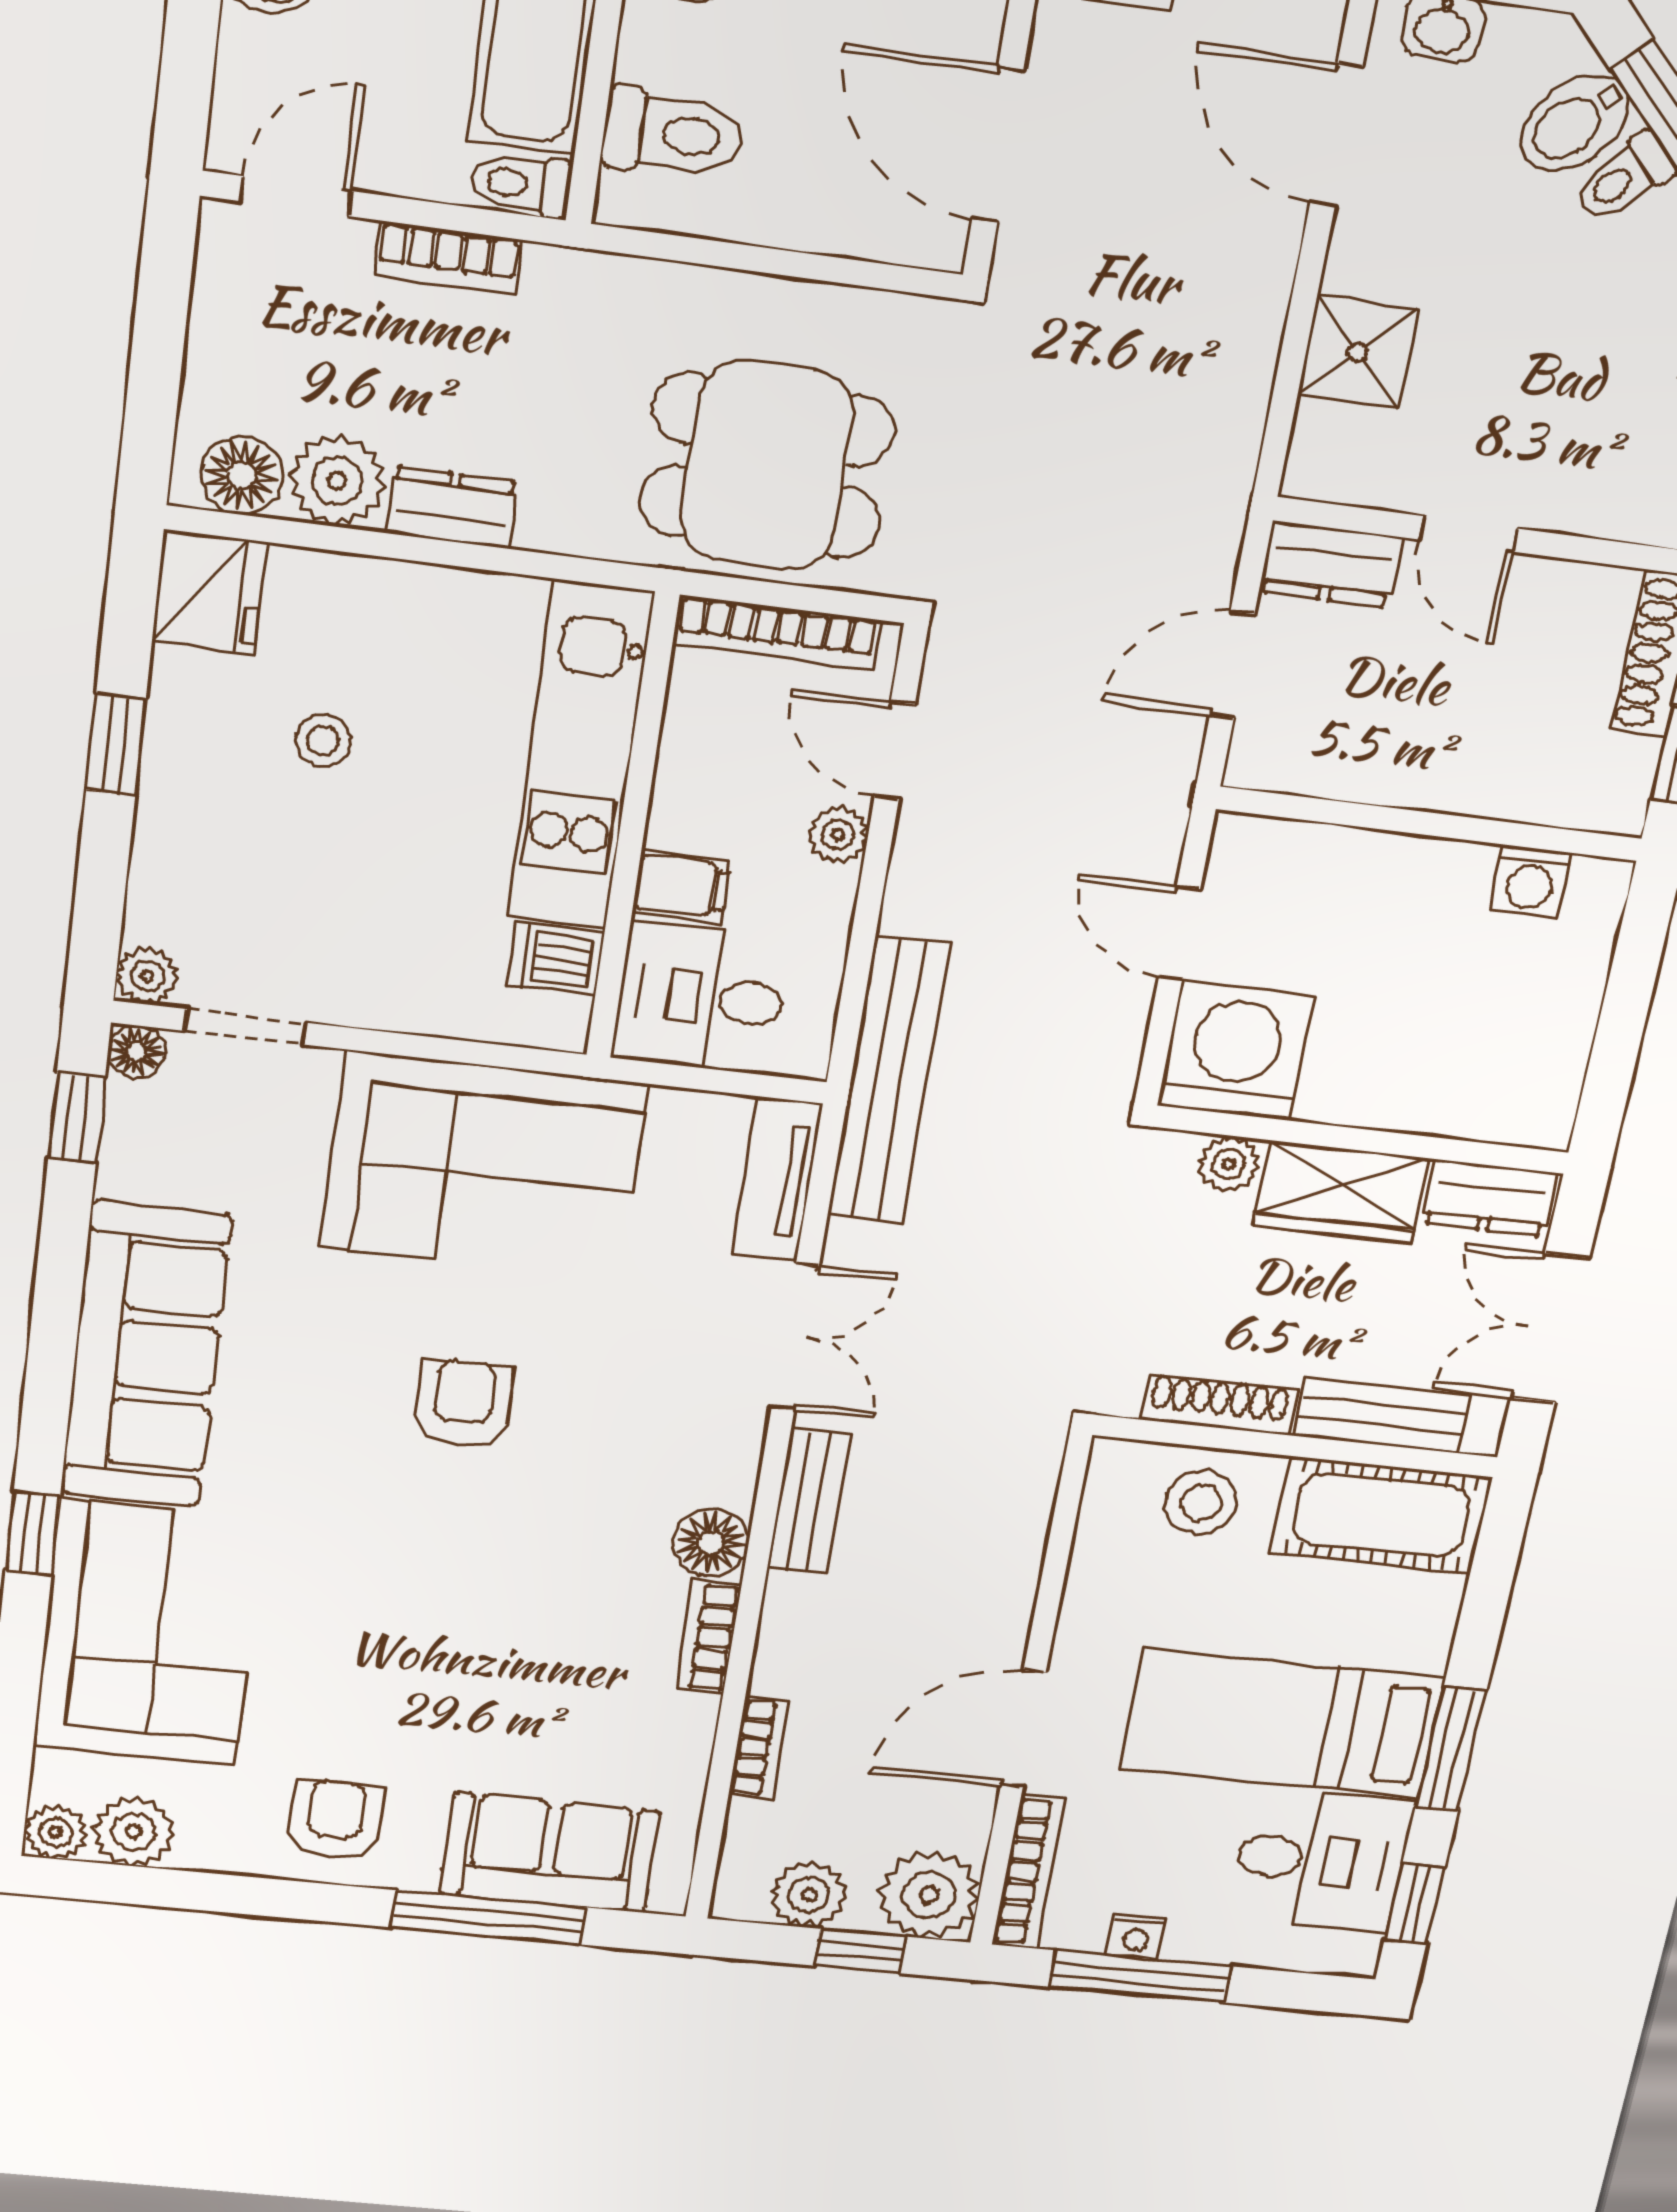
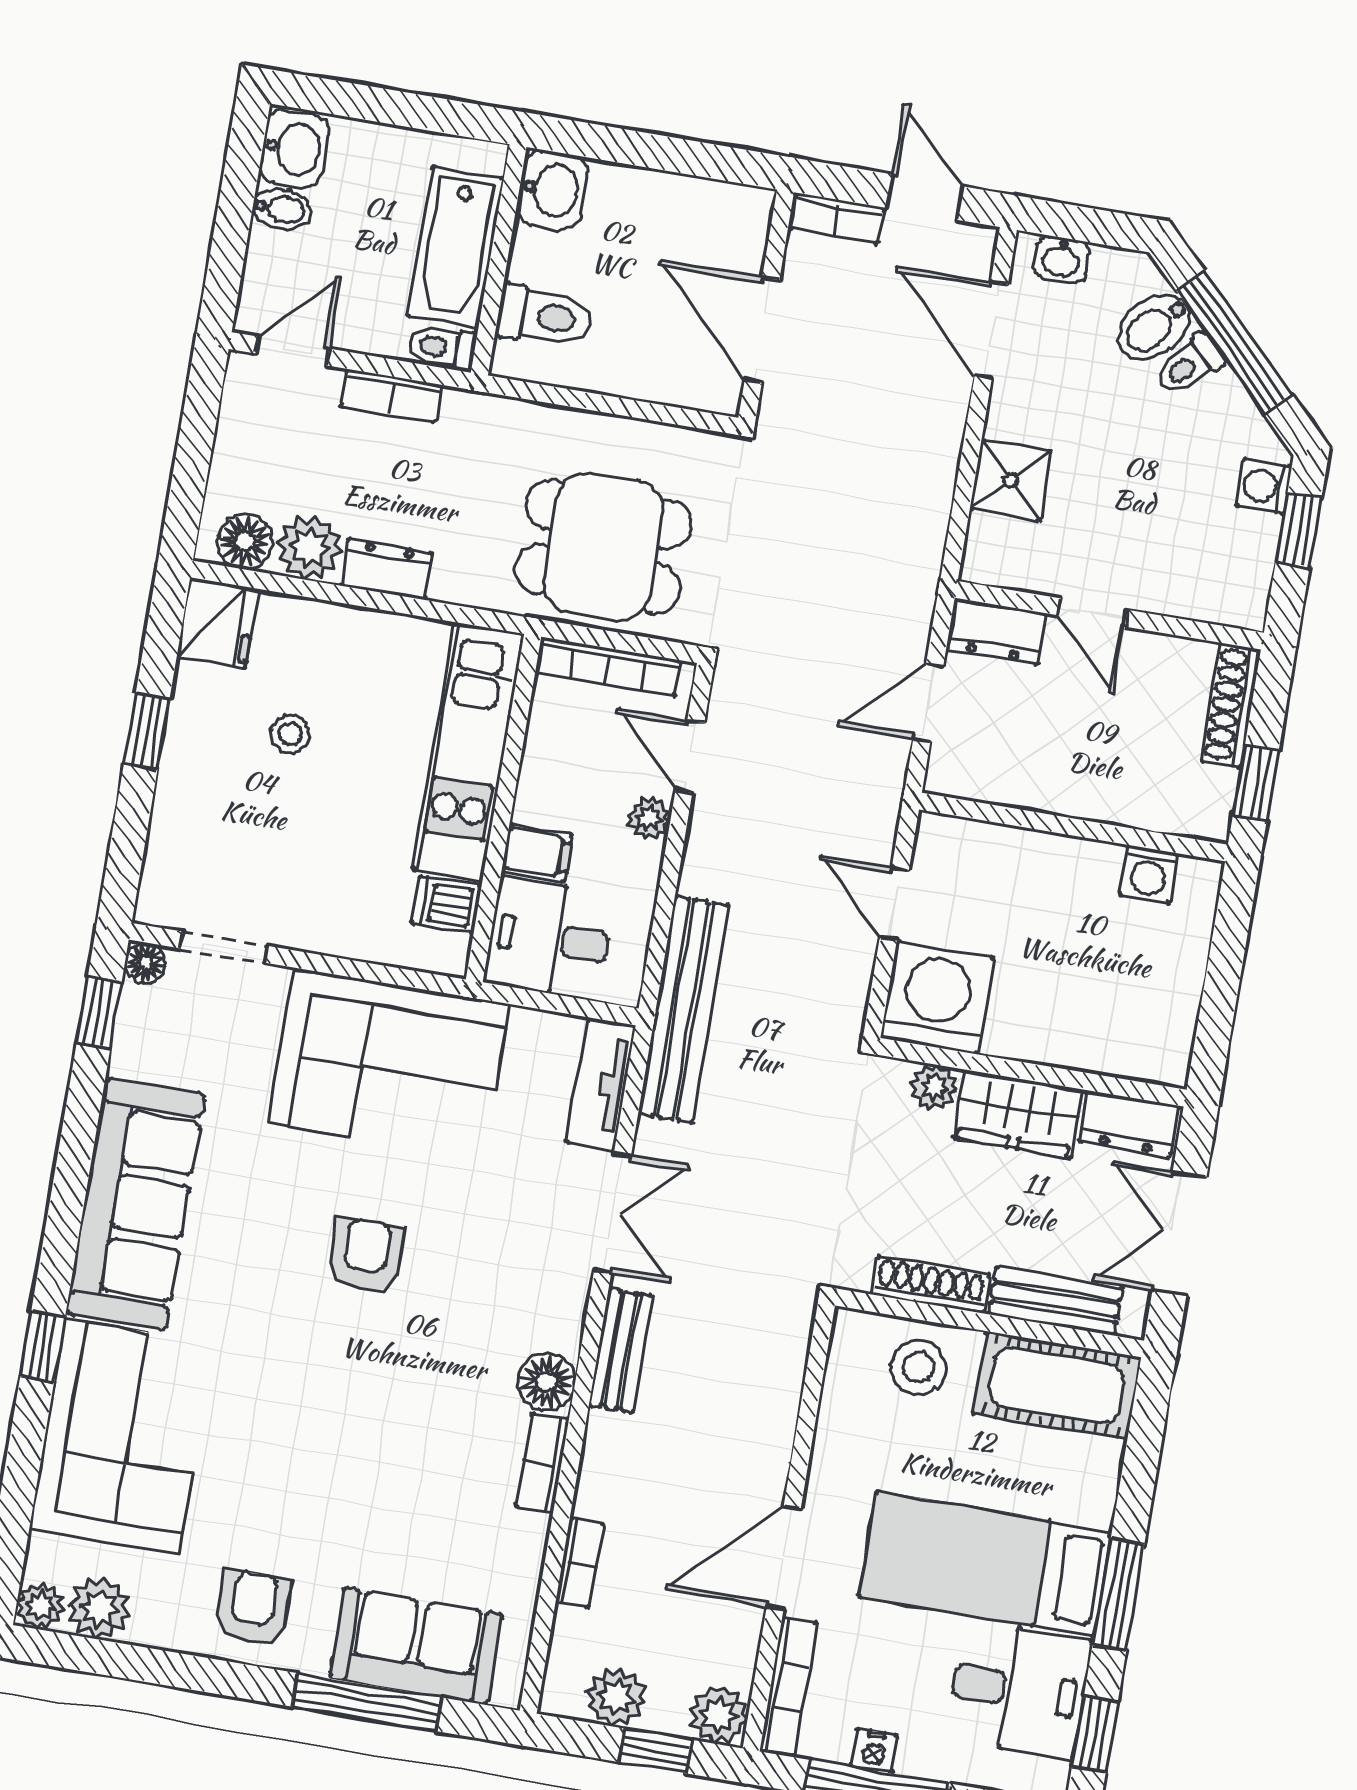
plant: (147, 976) -> (157, 905), removed
plant: (929, 1895) -> (719, 1715), width x0.73, depth x0.73

